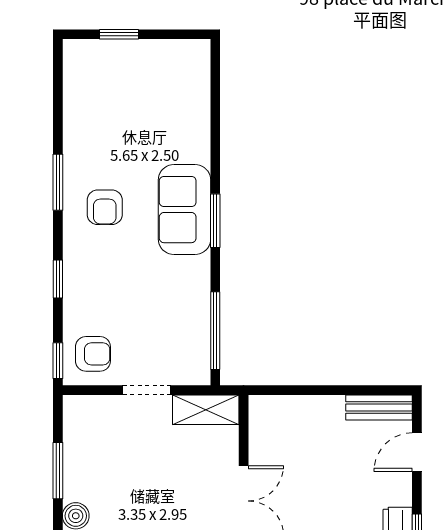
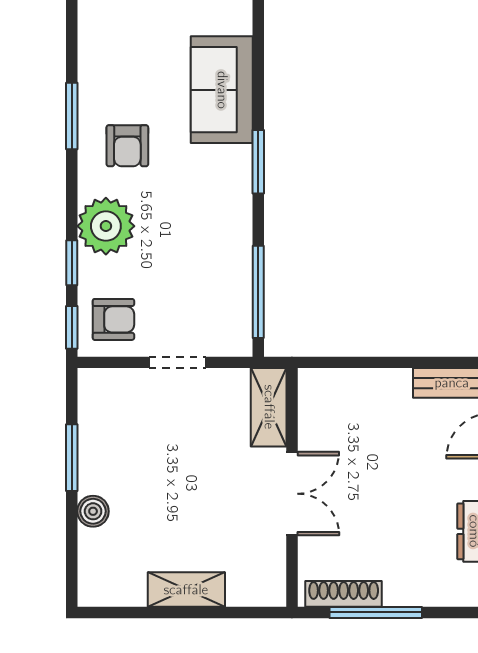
sofa: (184, 210) -> (222, 90), moved
plant: (87, 275) -> (106, 226), added
window: (58, 279) -> (72, 263), moved
shelving: (206, 410) -> (269, 407), moved, turned 90

